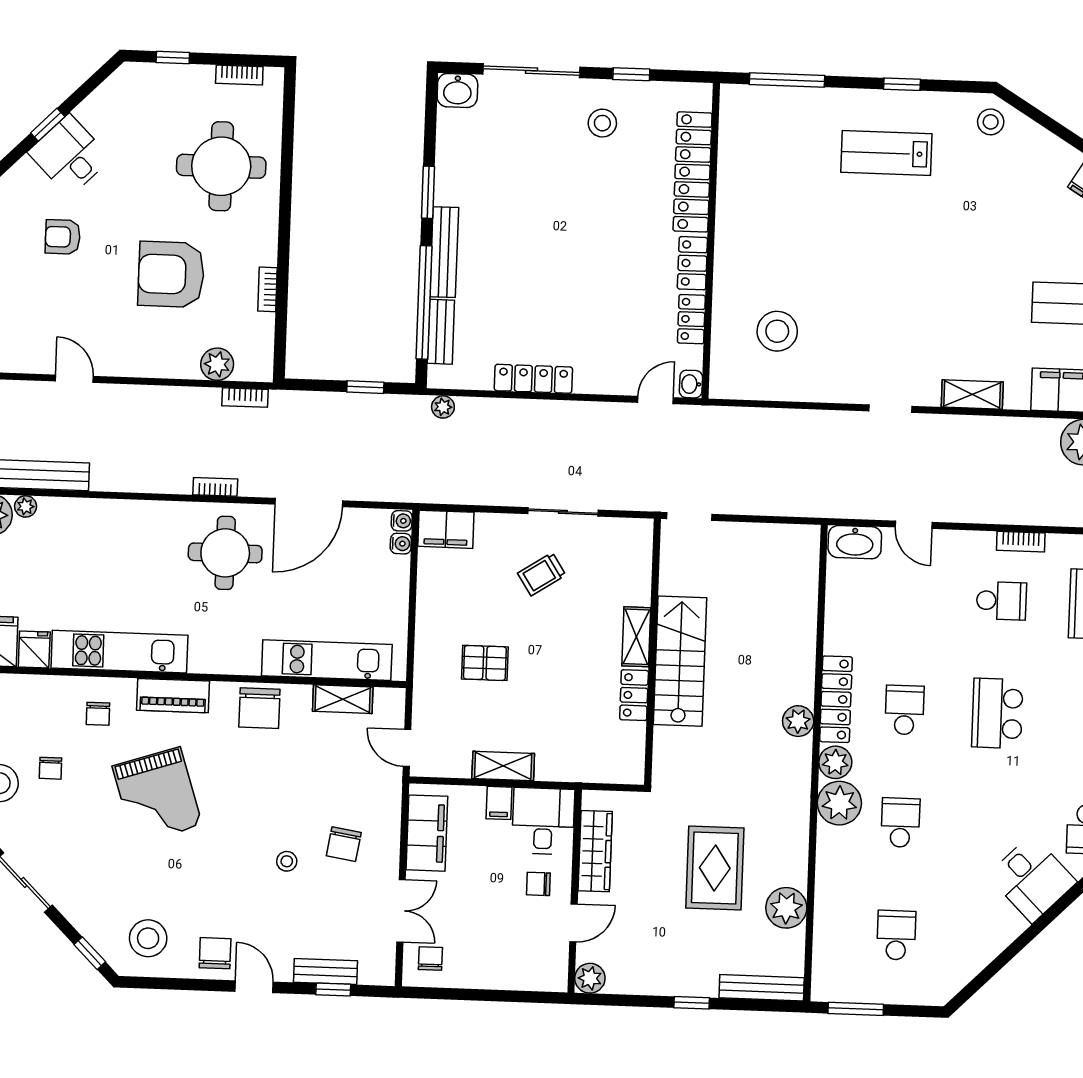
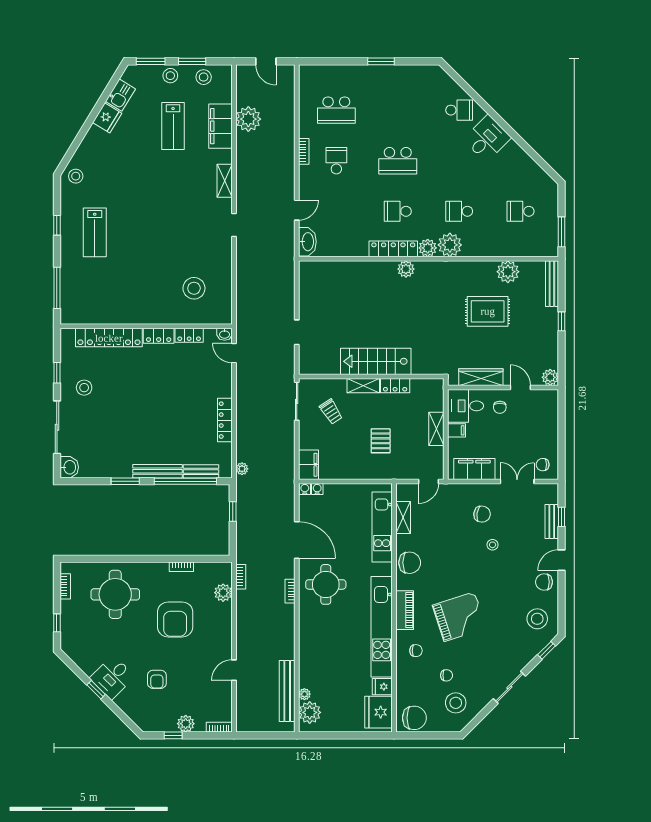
shelving: (636, 637) -> (363, 386), moved
kitchen unit: (119, 652) -> (382, 627), width x1.36
wall: (652, 652) -> (371, 376), moved
stairs: (680, 661) -> (376, 361), moved
locker: (634, 695) -> (395, 386), moved

